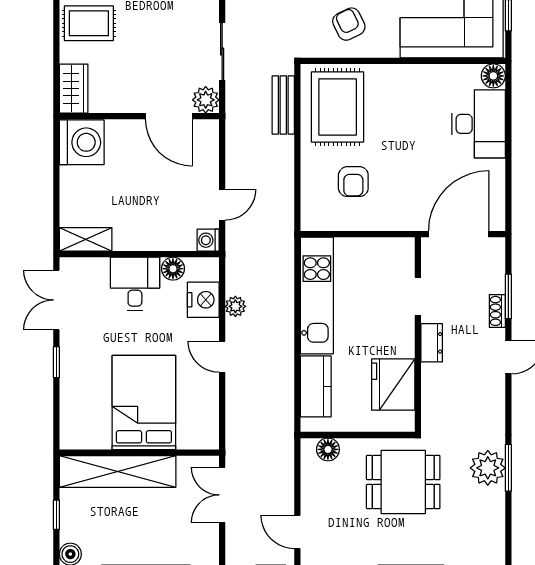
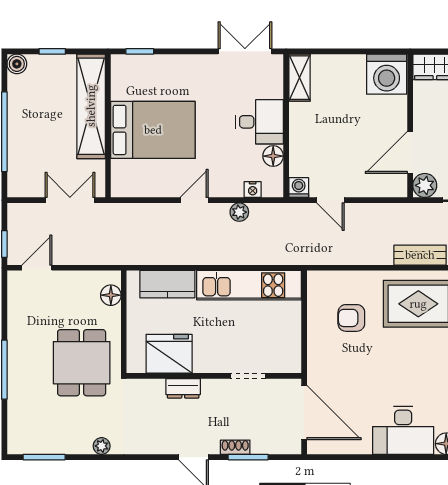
nightstand: (203, 300) -> (253, 189), width x0.53, depth x0.56
dresser: (432, 343) -> (183, 388), moved
window: (56, 362) -> (140, 51), moved
plant: (488, 468) -> (102, 446), width x0.53, depth x0.53
window: (508, 468) -> (44, 457), moved

